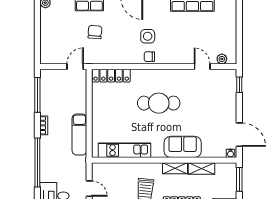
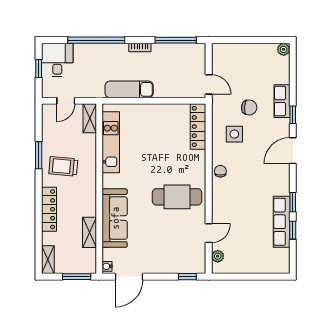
side table: (148, 36) -> (234, 134), moved
cafe table: (159, 103) -> (177, 197), moved, turned 90
sofa: (183, 147) -> (115, 218), width x1.36
shelving: (175, 168) -> (90, 118), moved

